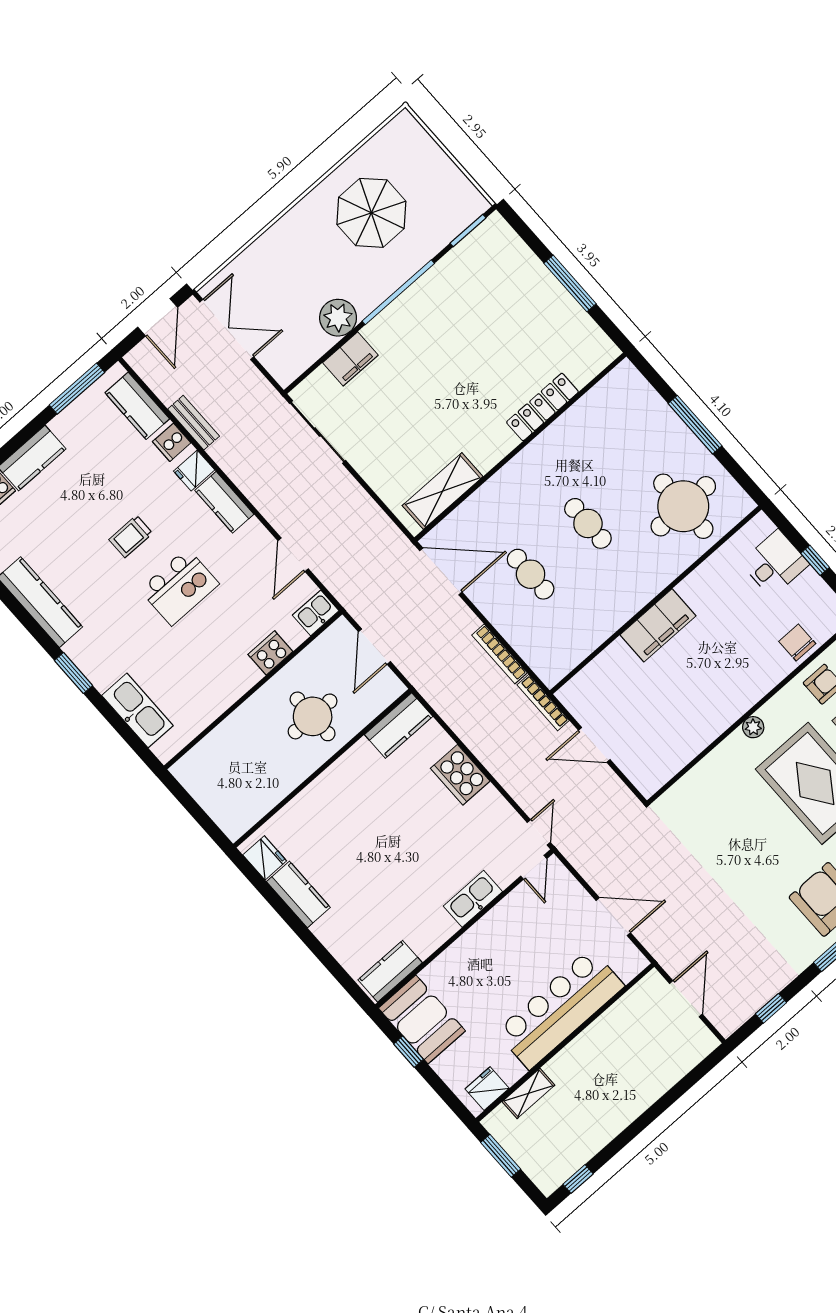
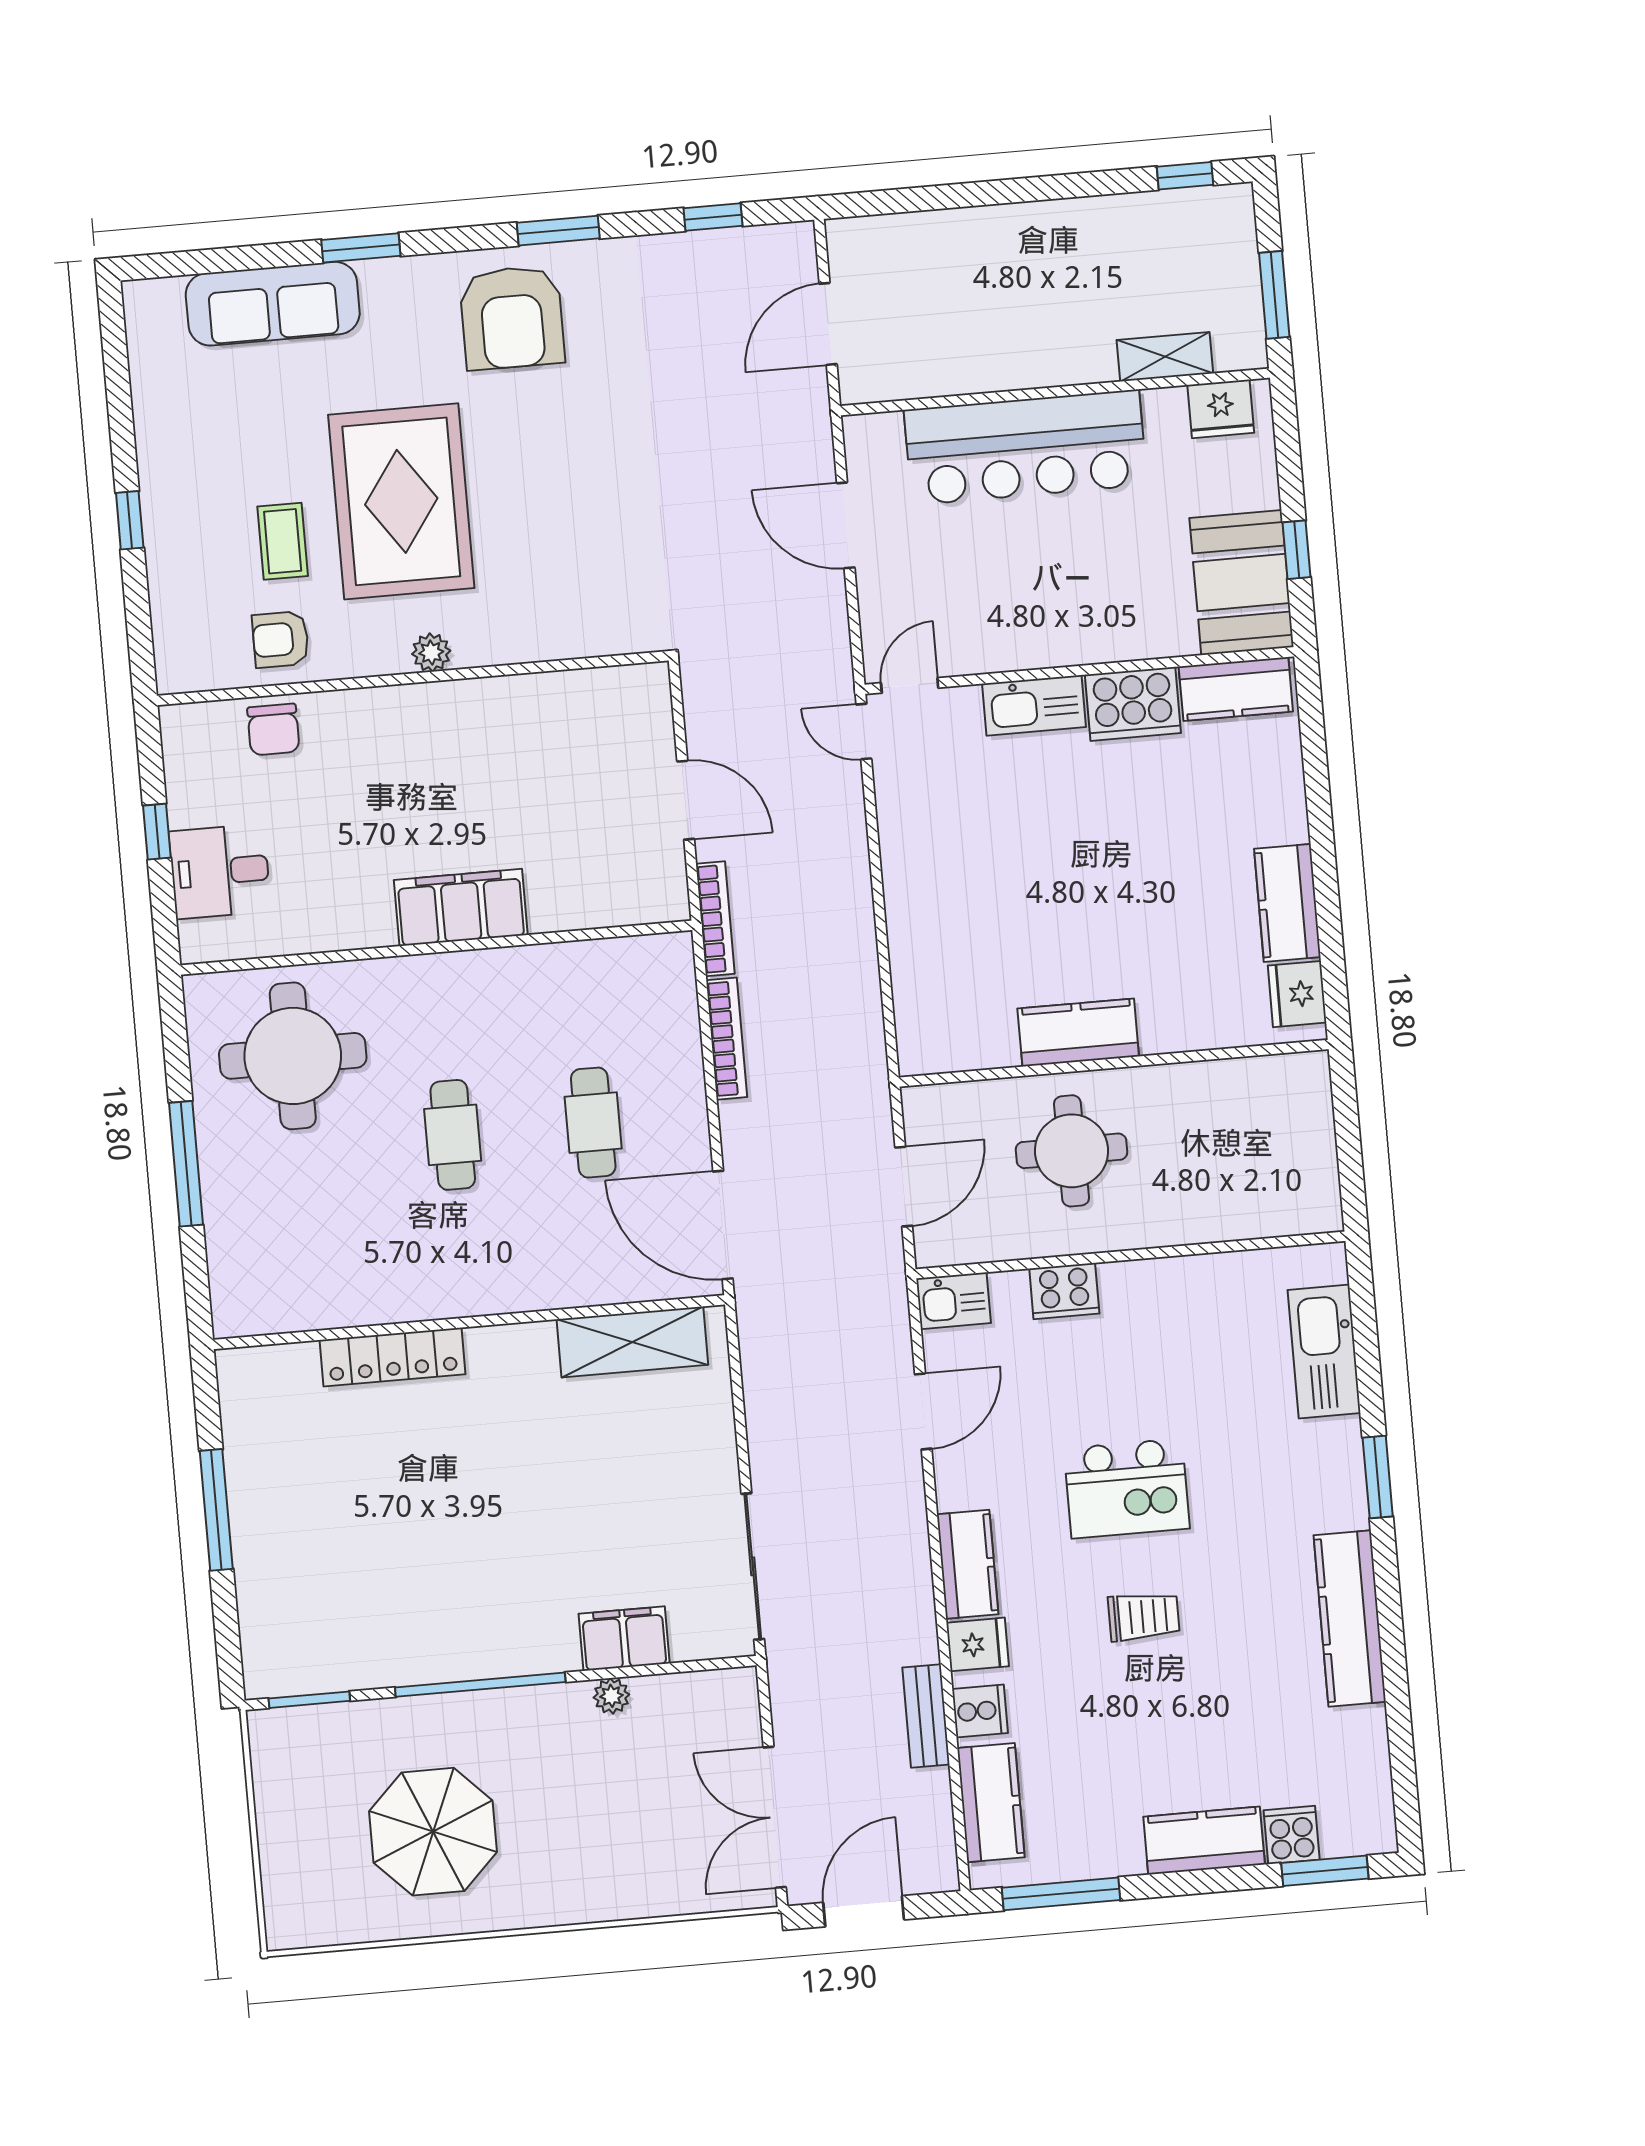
plant: (338, 318) -> (611, 1696), width x0.53, depth x0.53
kitchen island: (179, 587) -> (1127, 1488), turned 180
kitchen counter: (399, 726) -> (1078, 1032), moved
cooker: (460, 775) -> (1133, 704), moved, turned 90
door: (539, 832) -> (864, 732), hinge flipped

